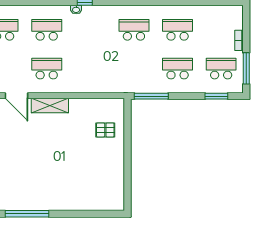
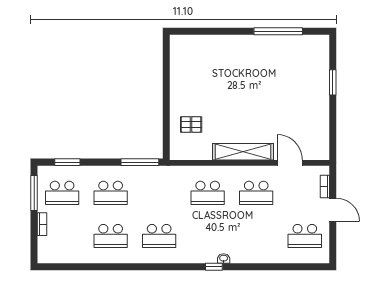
school desk: (47, 30) -> (208, 193), moved
shelving: (50, 105) -> (243, 152), width x1.47

